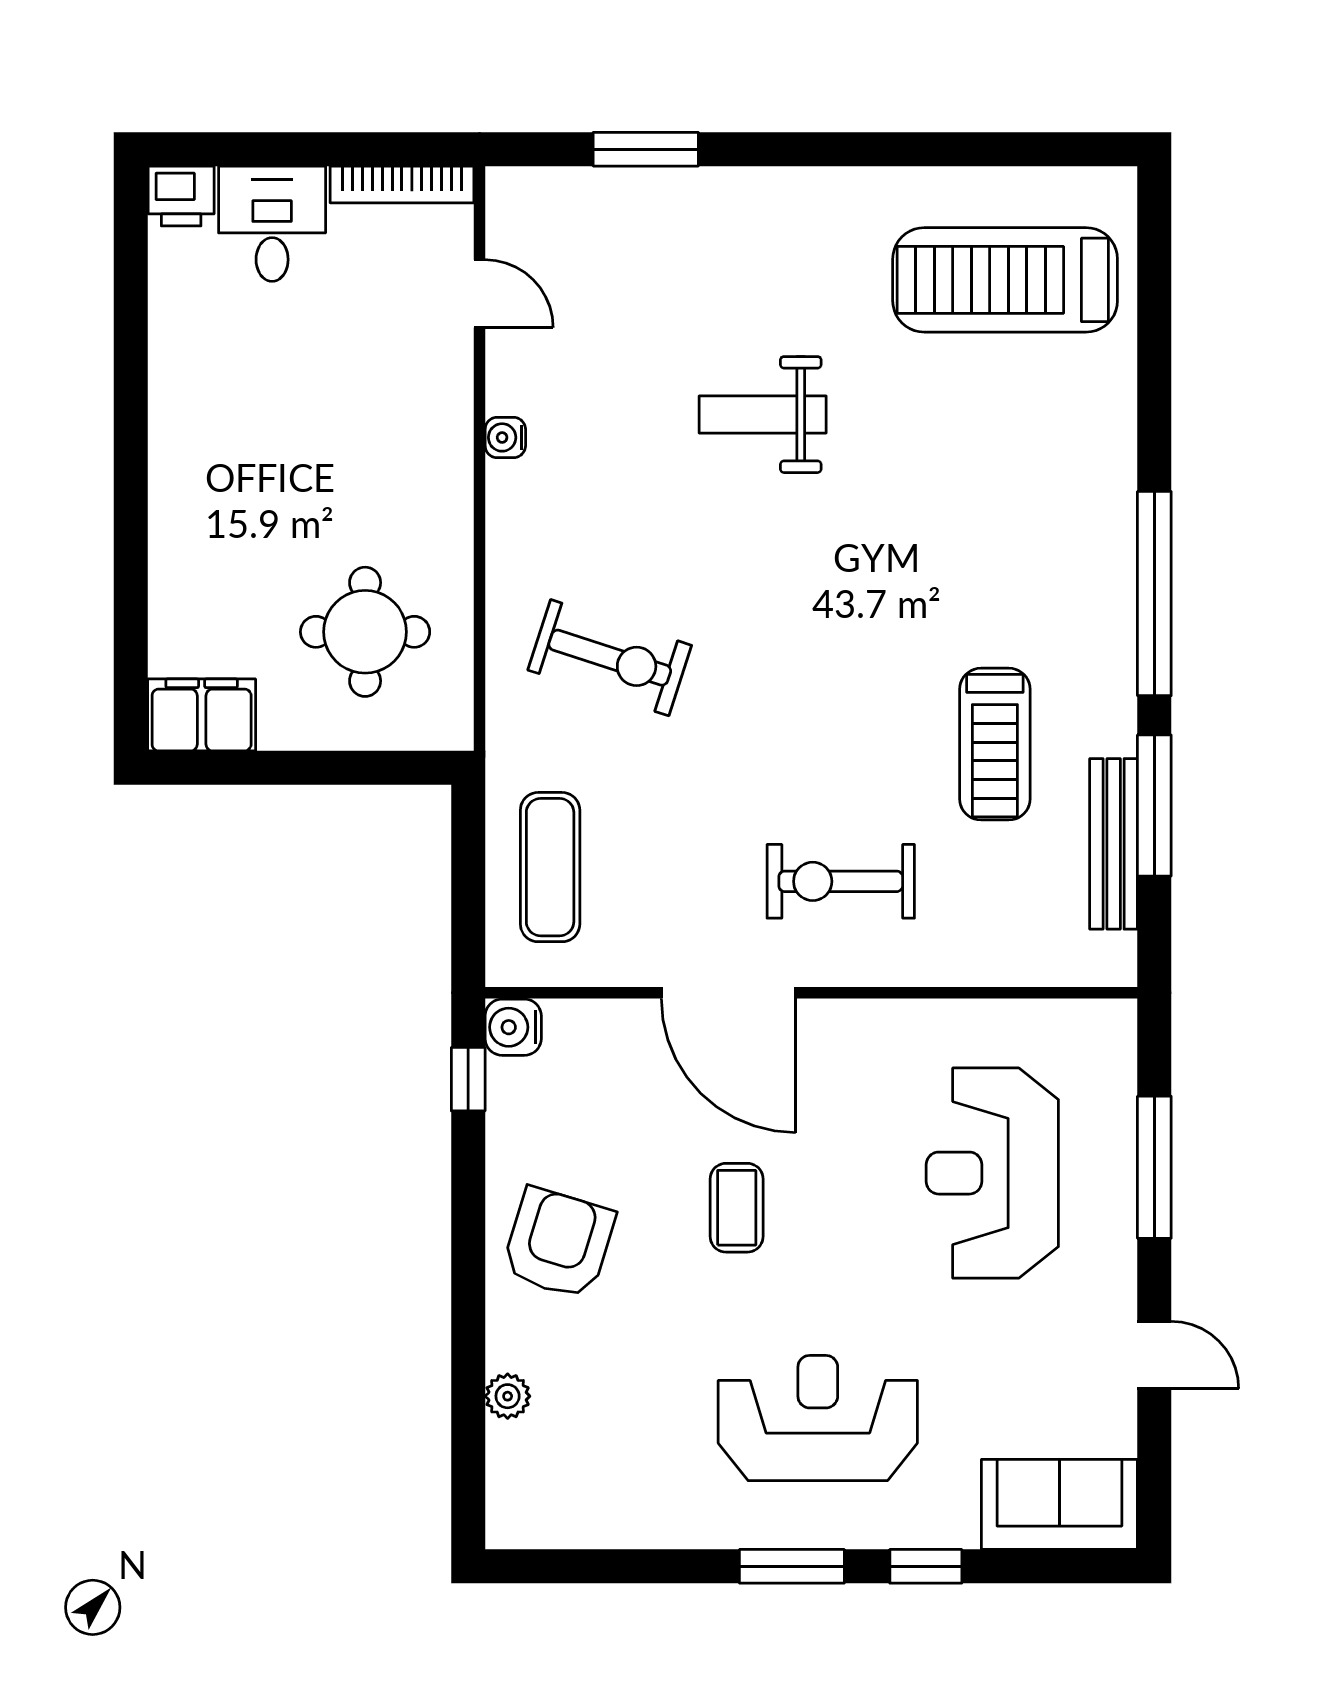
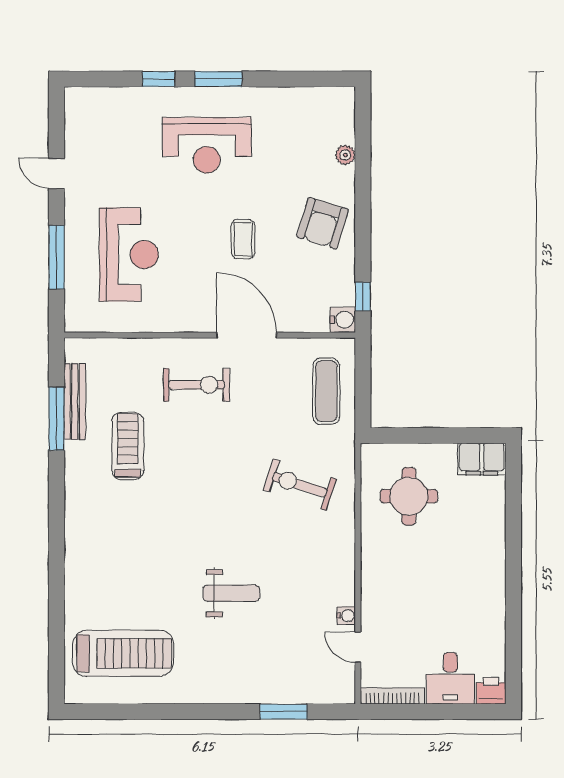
water cooler: (505, 437) -> (346, 616), moved
window: (1154, 594) -> (57, 513), removed
sofa: (1059, 1504) -> (99, 107), removed

